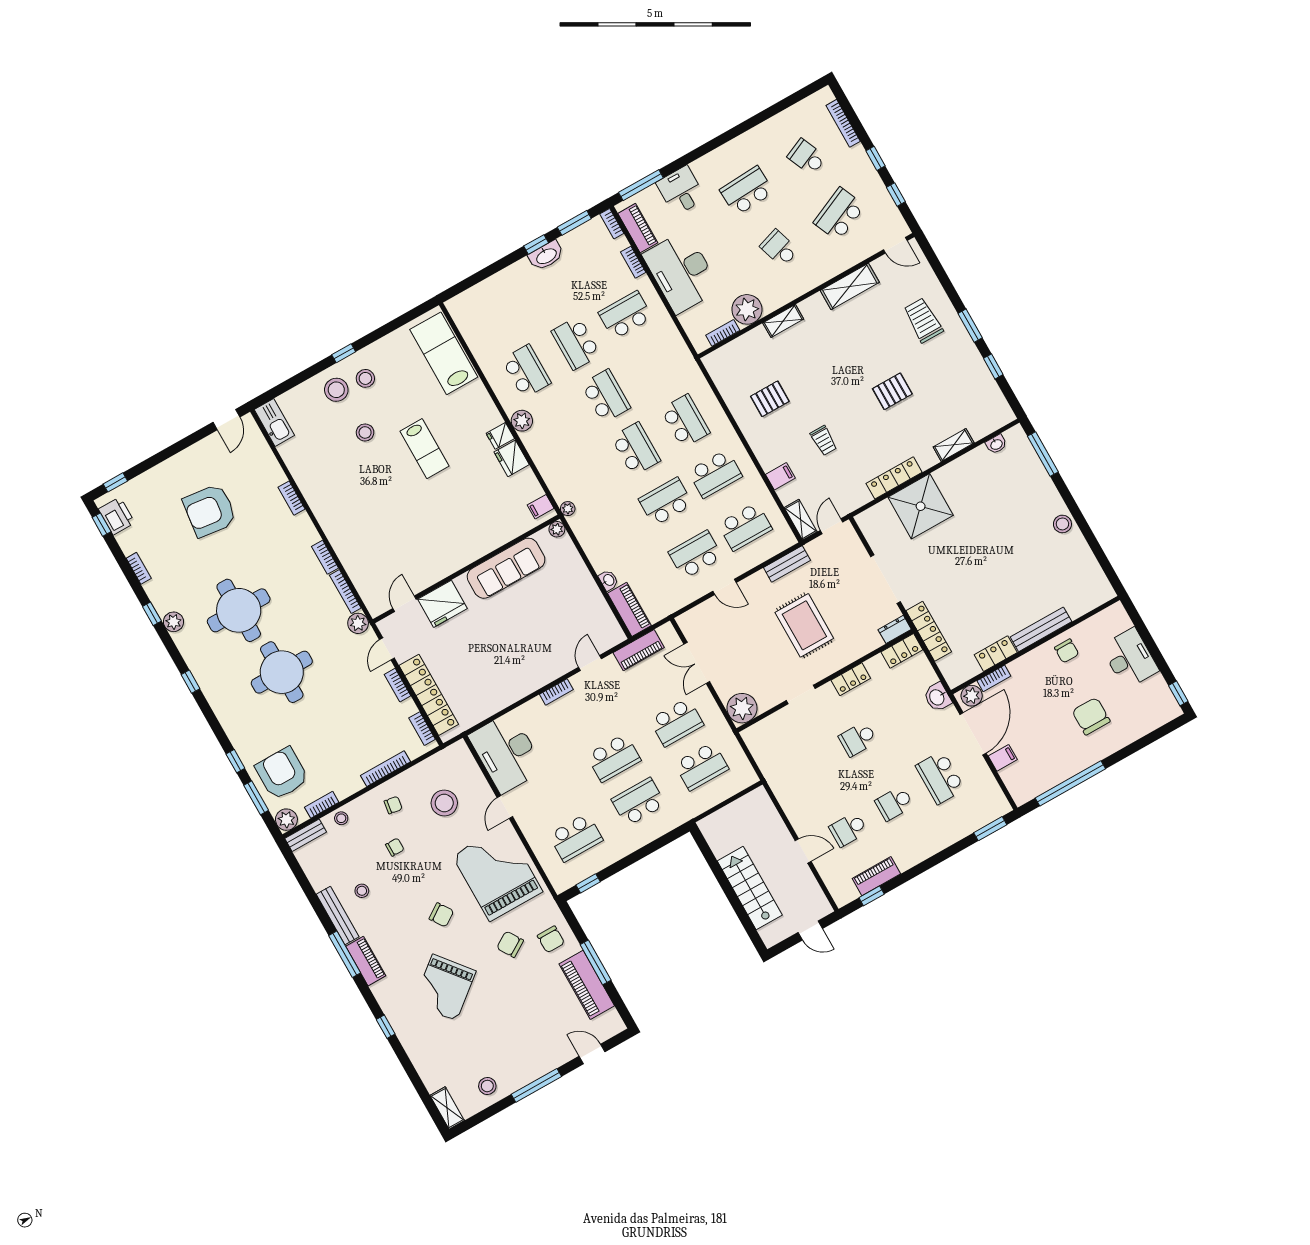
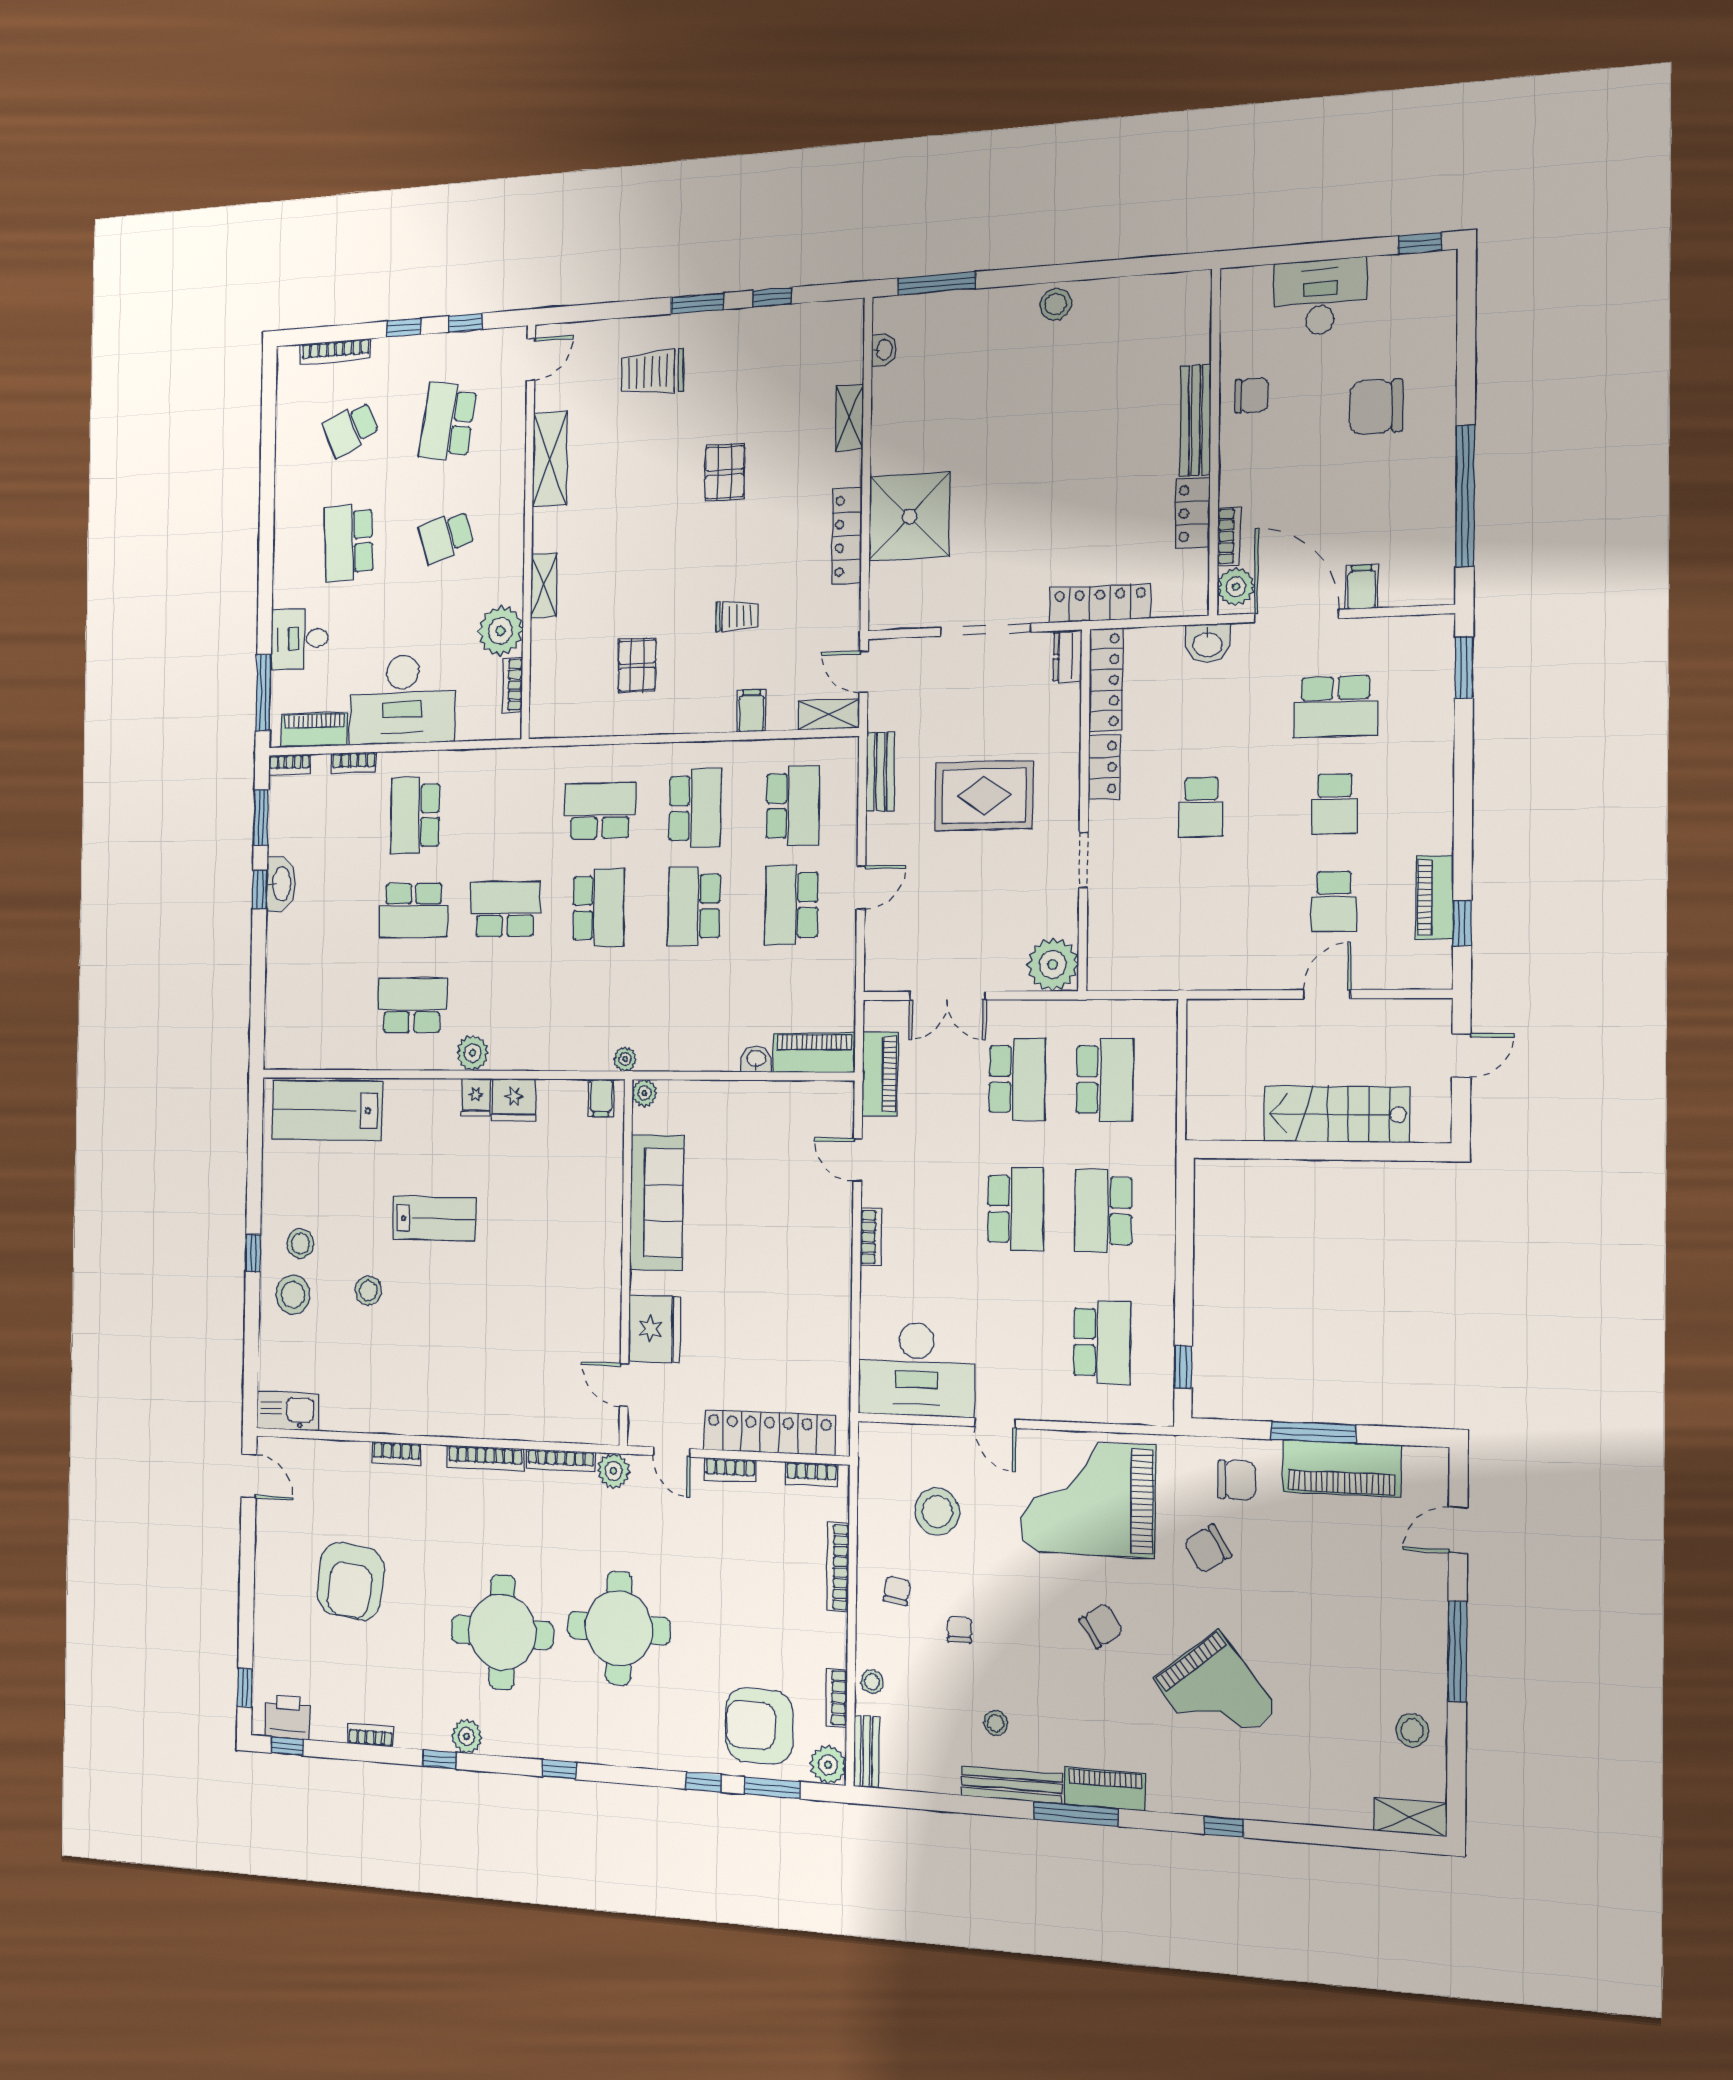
school desk: (839, 214) -> (448, 422), turned 33
school desk: (636, 449) -> (598, 908), turned 90
bookcase: (325, 557) -> (485, 1458), width x1.56
locker: (902, 651) -> (1106, 680), width x1.53

